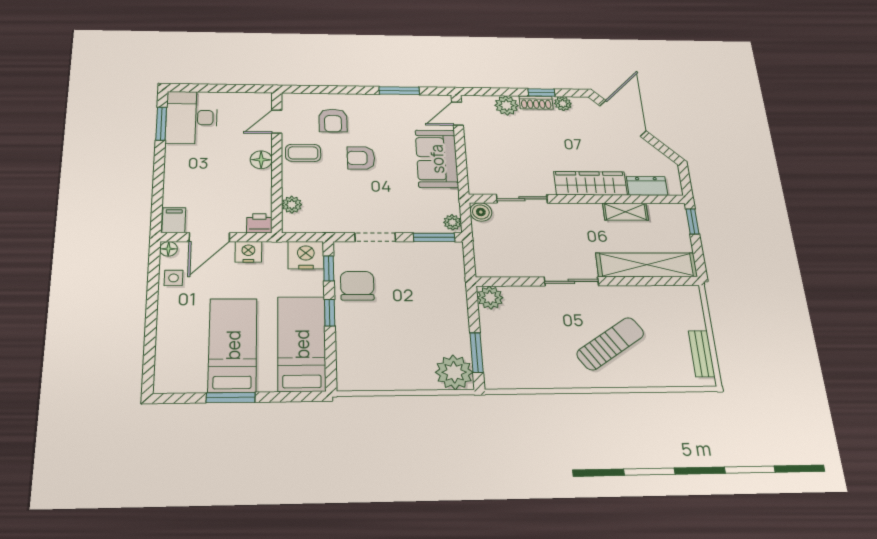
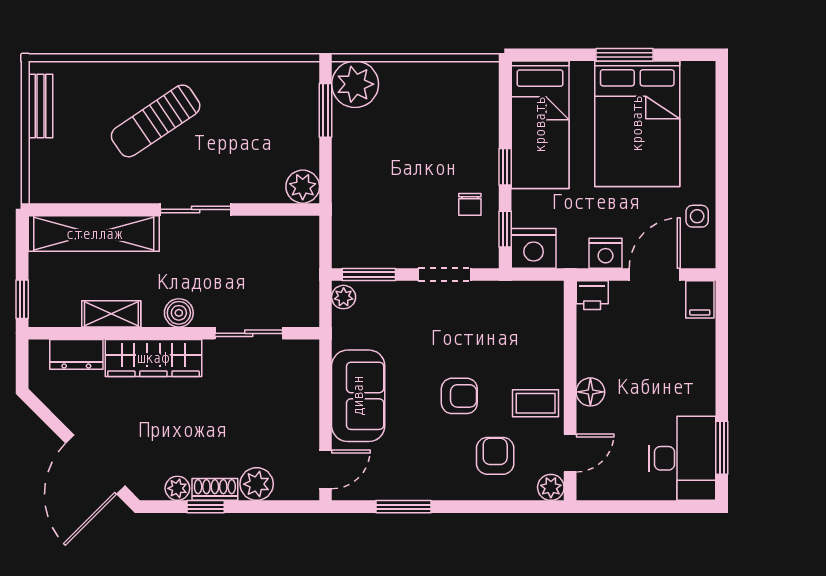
plant: (292, 205) -> (551, 487), moved
boiler: (481, 212) -> (179, 313), moved
floor lamp: (168, 249) -> (705, 258), removed
chair: (357, 286) -> (470, 204), width x0.54, depth x0.54
bed: (233, 345) -> (637, 124), width x1.50

